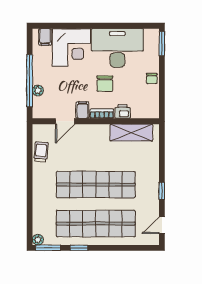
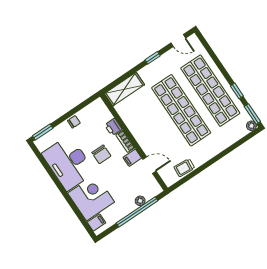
chair: (105, 84) -> (101, 154), turned 90
shelving: (131, 133) -> (124, 89), moved, turned 90

